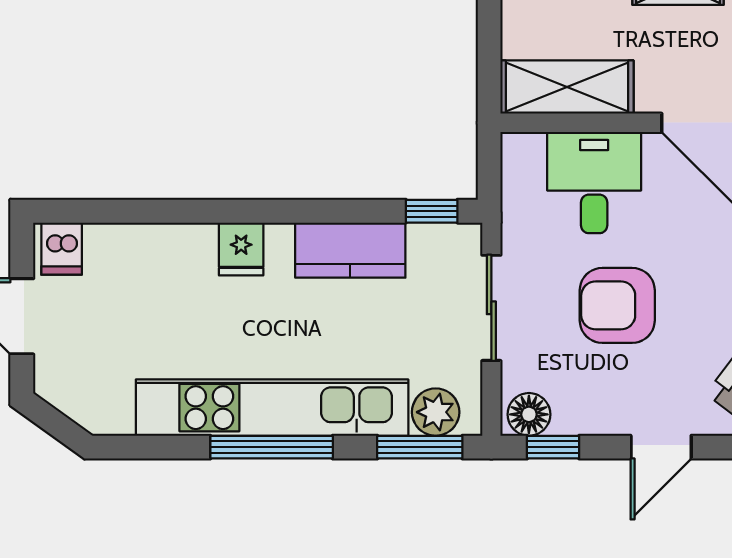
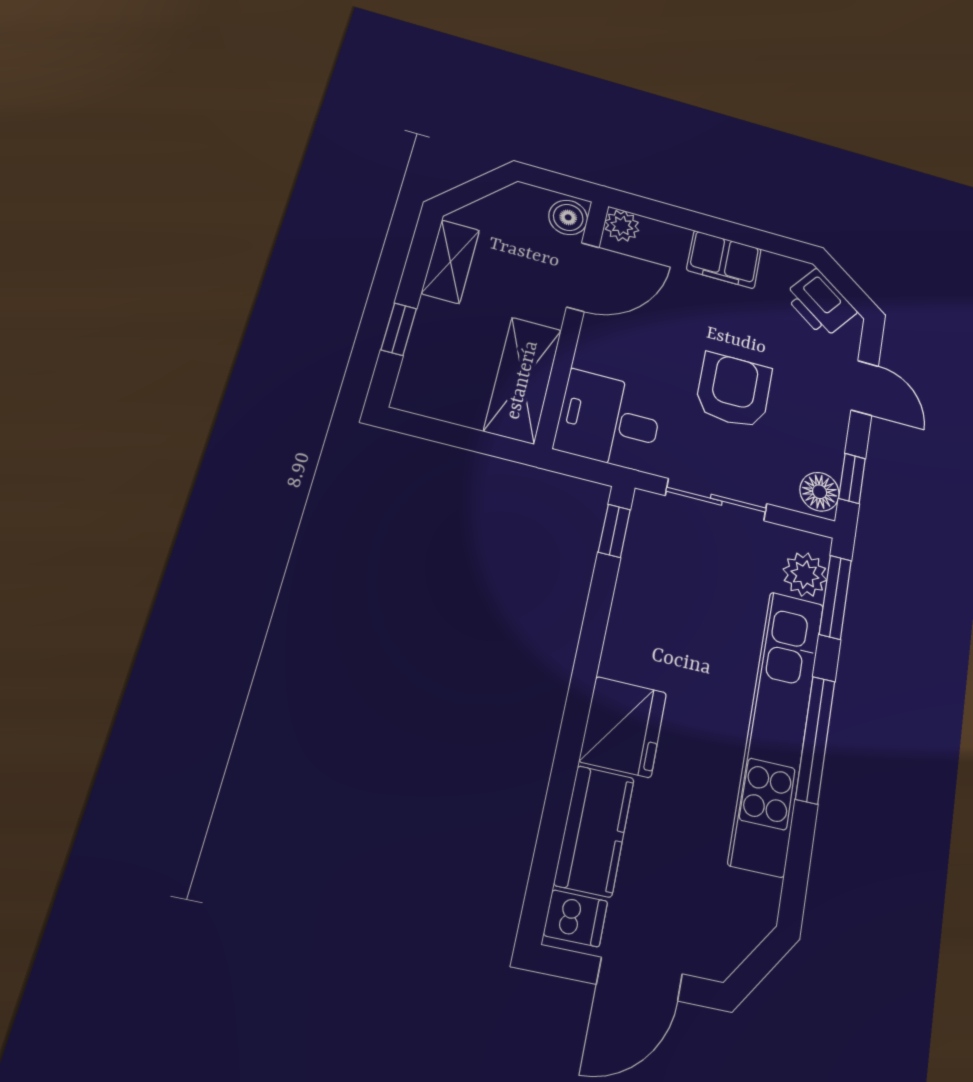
desk: (594, 182) -> (609, 420), moved
fridge: (241, 249) -> (623, 727), width x1.88, depth x1.34
kitchen counter: (350, 250) -> (594, 831), moved
armchair: (617, 305) -> (734, 391), turned 180

